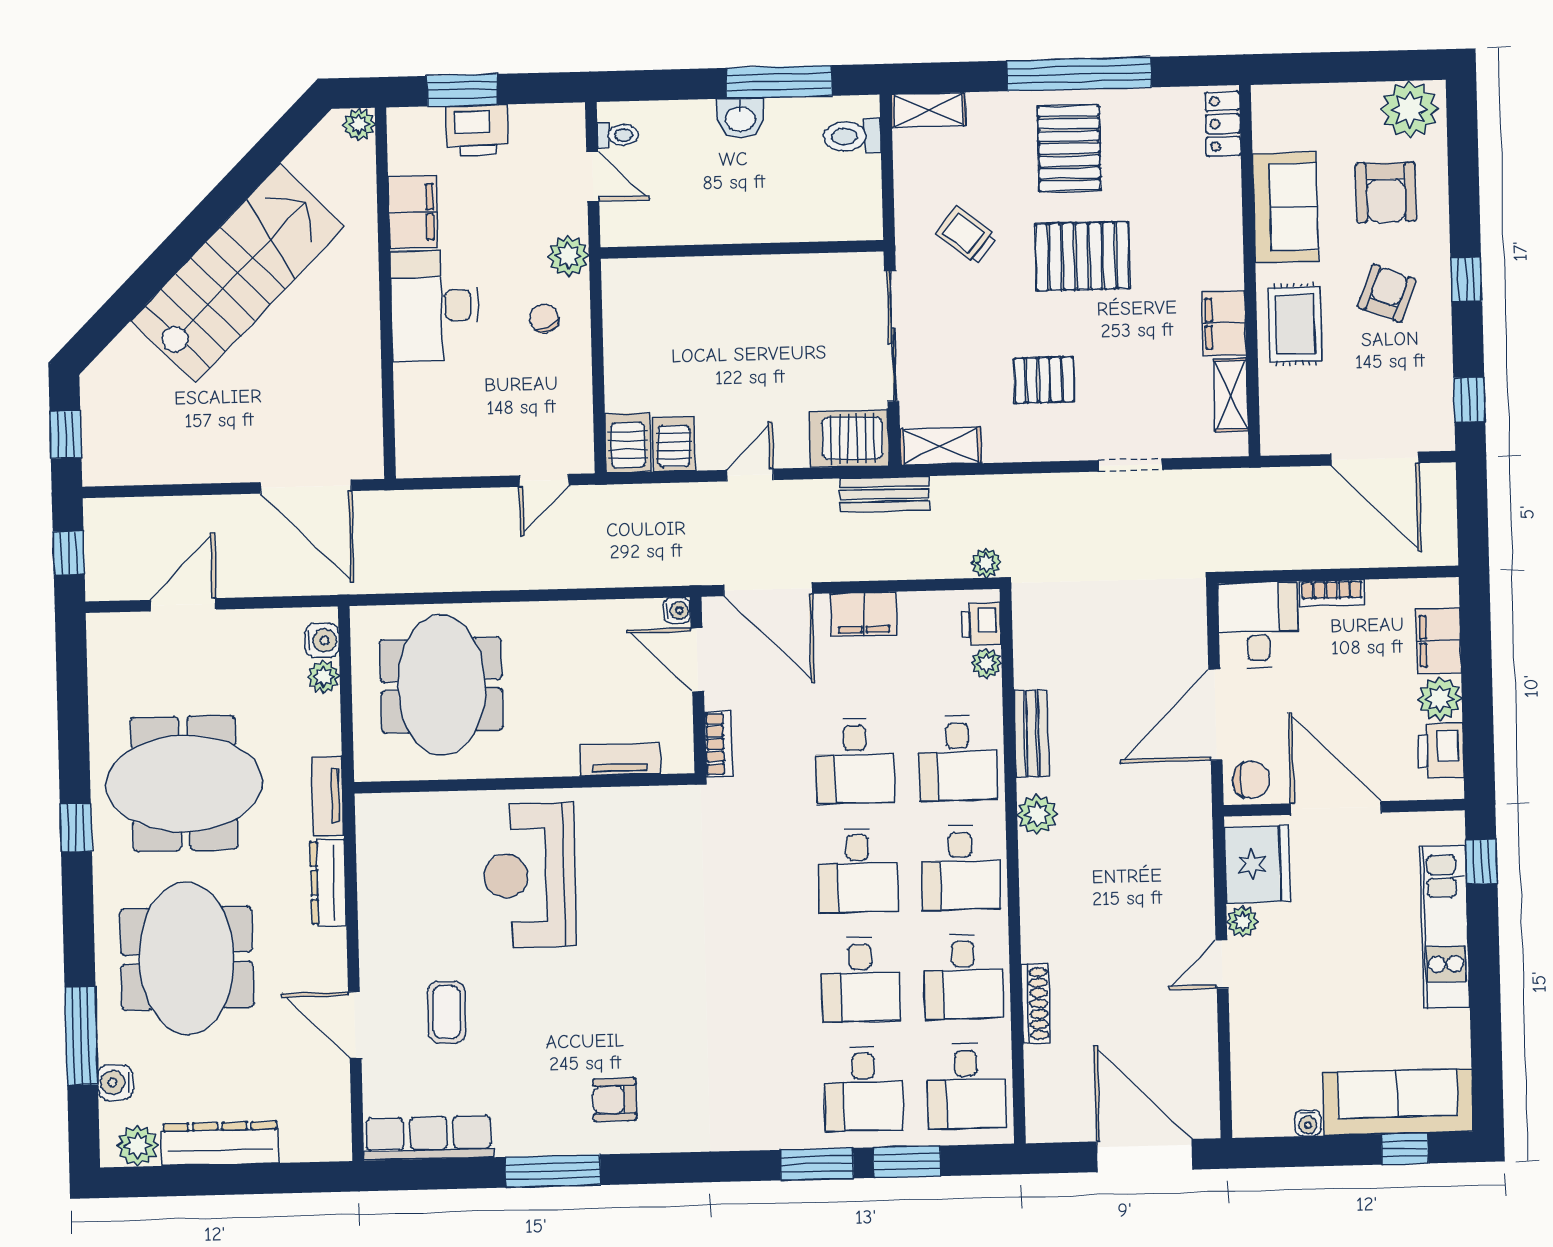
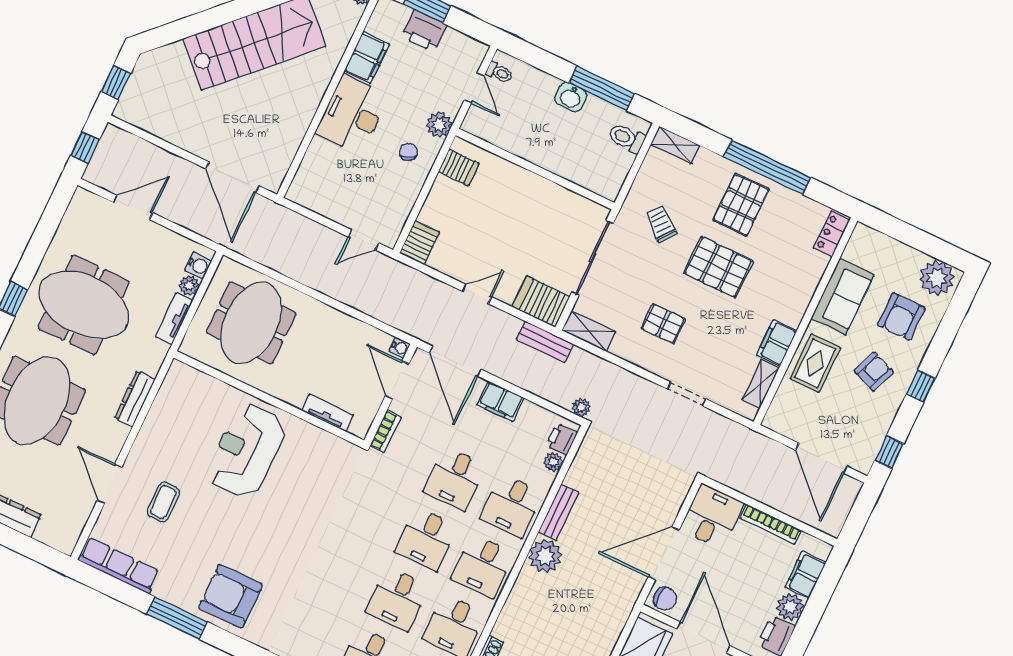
server rack: (674, 444) -> (459, 167), moved, turned 90
bookcase: (1332, 593) -> (771, 524), width x1.56
tv unit: (328, 796) -> (174, 318), moved
plant: (1037, 814) -> (545, 556), width x1.36, depth x1.36
armchair: (615, 1100) -> (230, 596), width x1.88, depth x1.88

